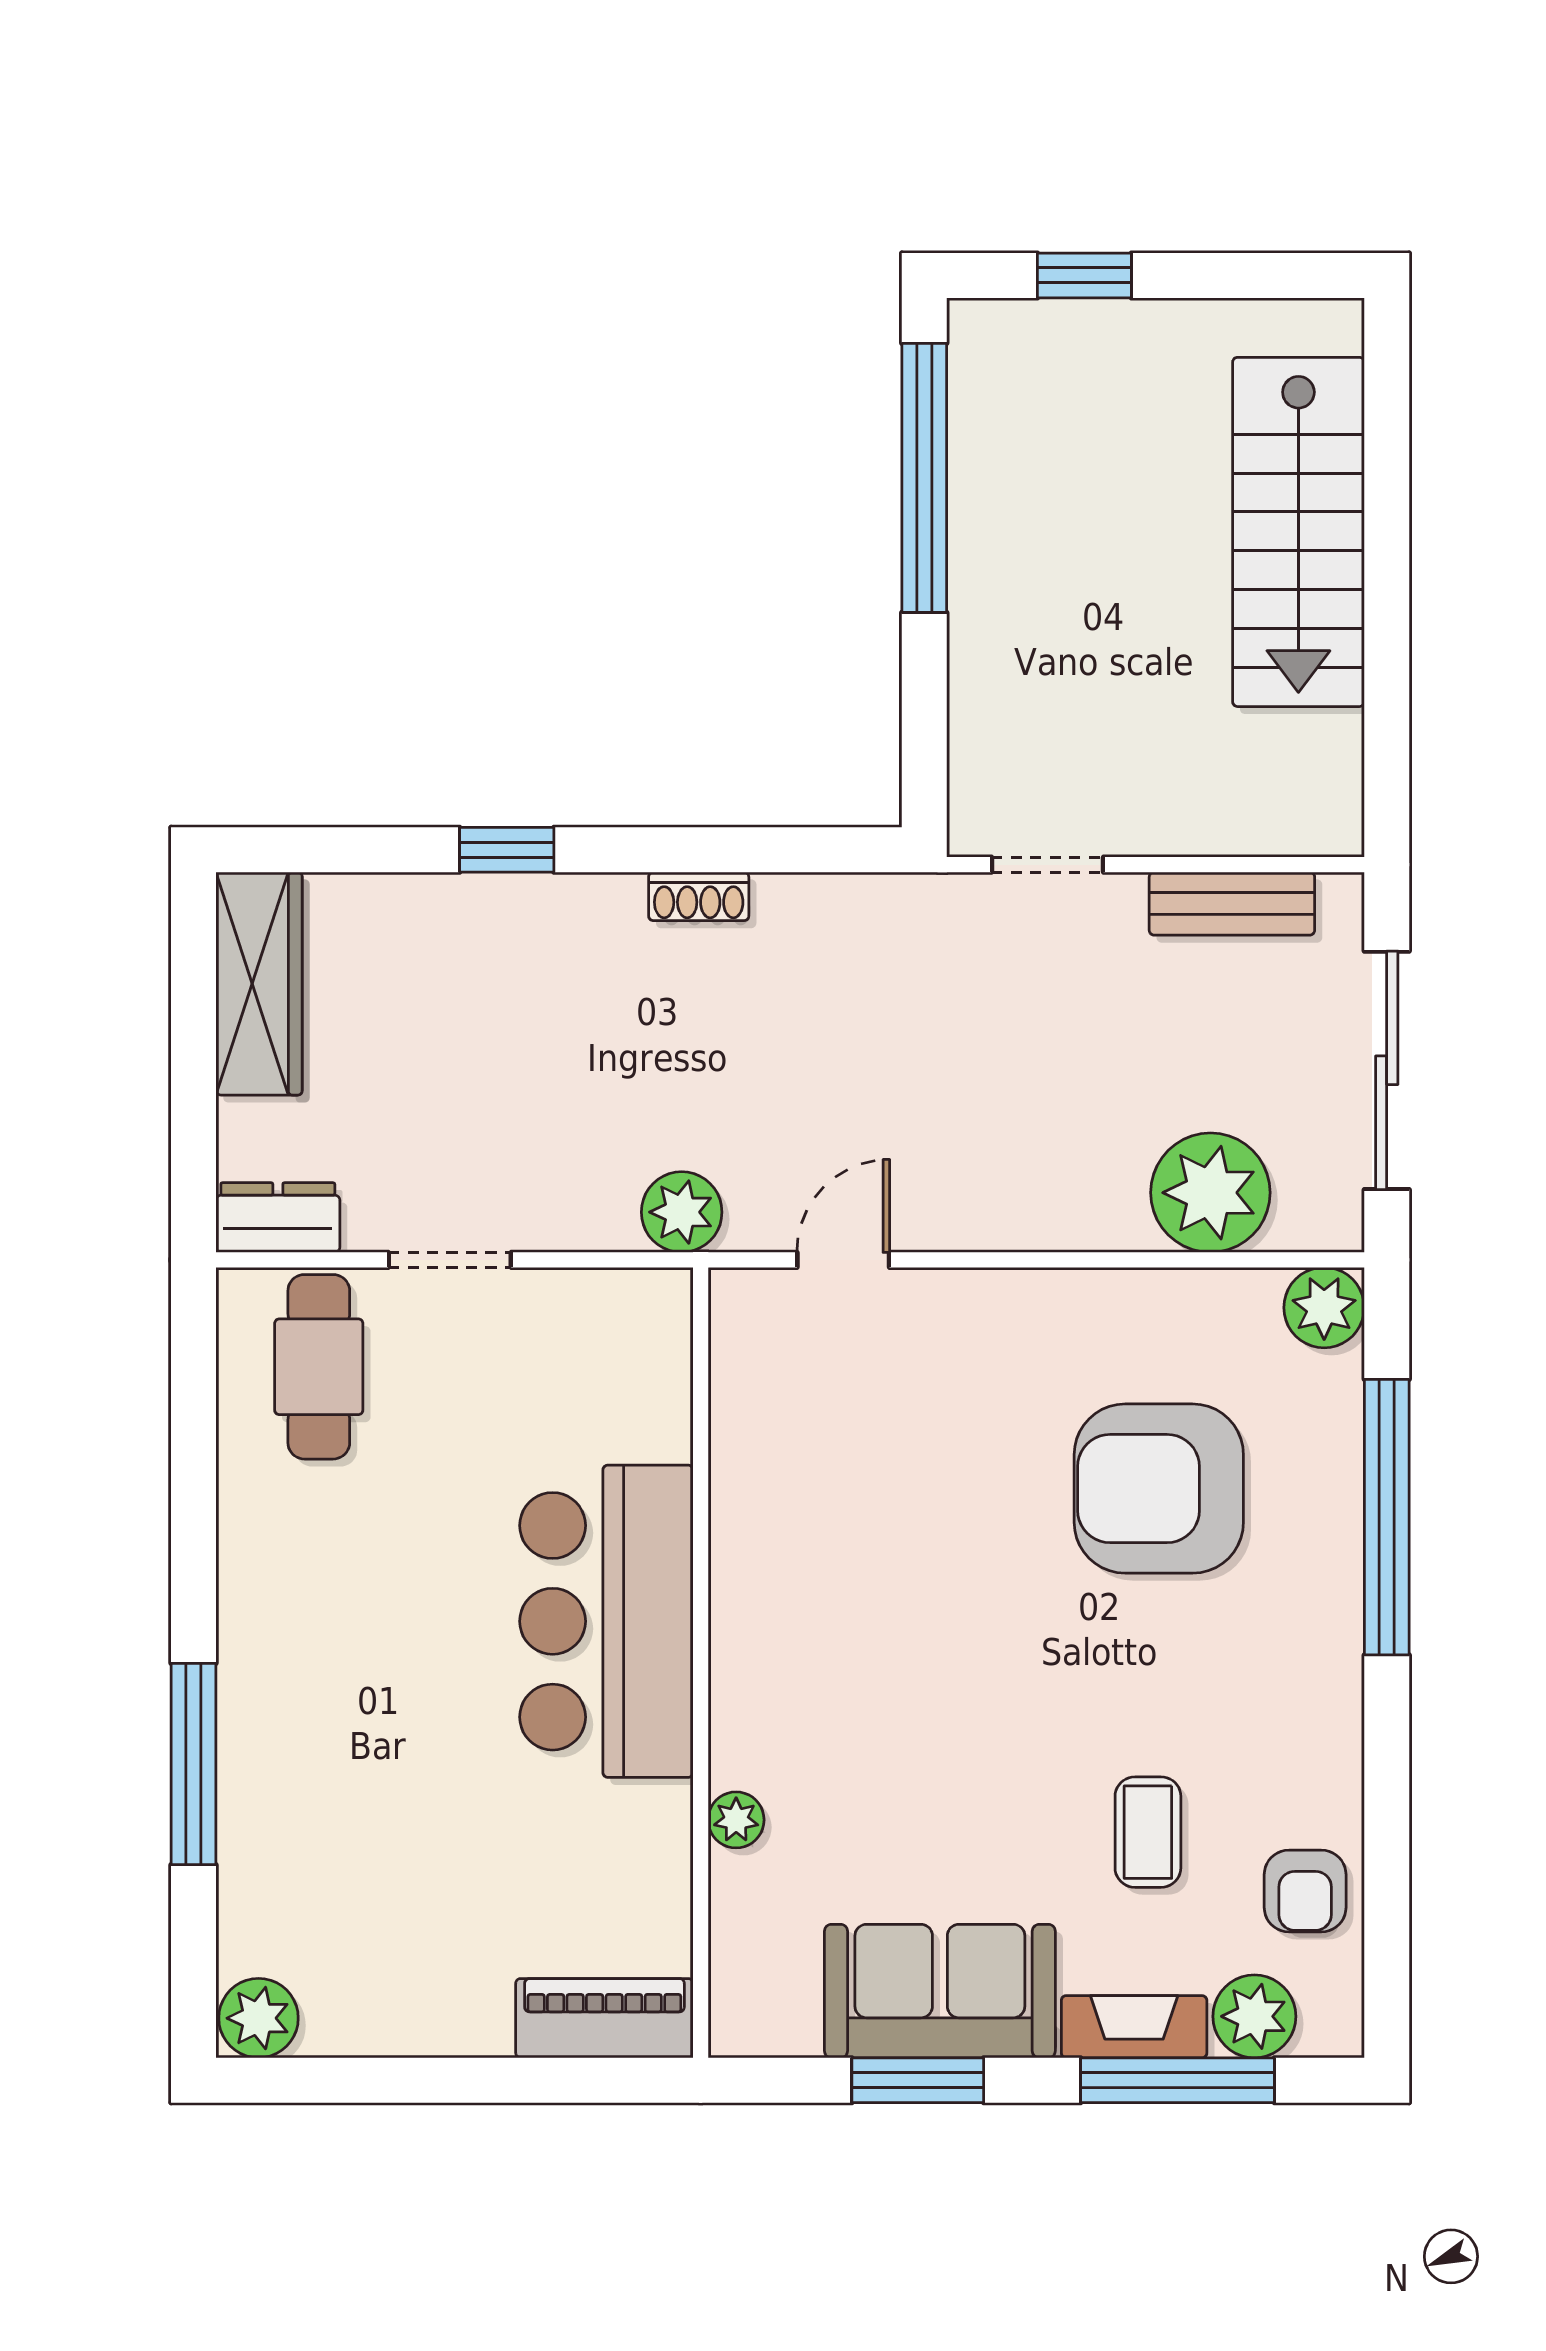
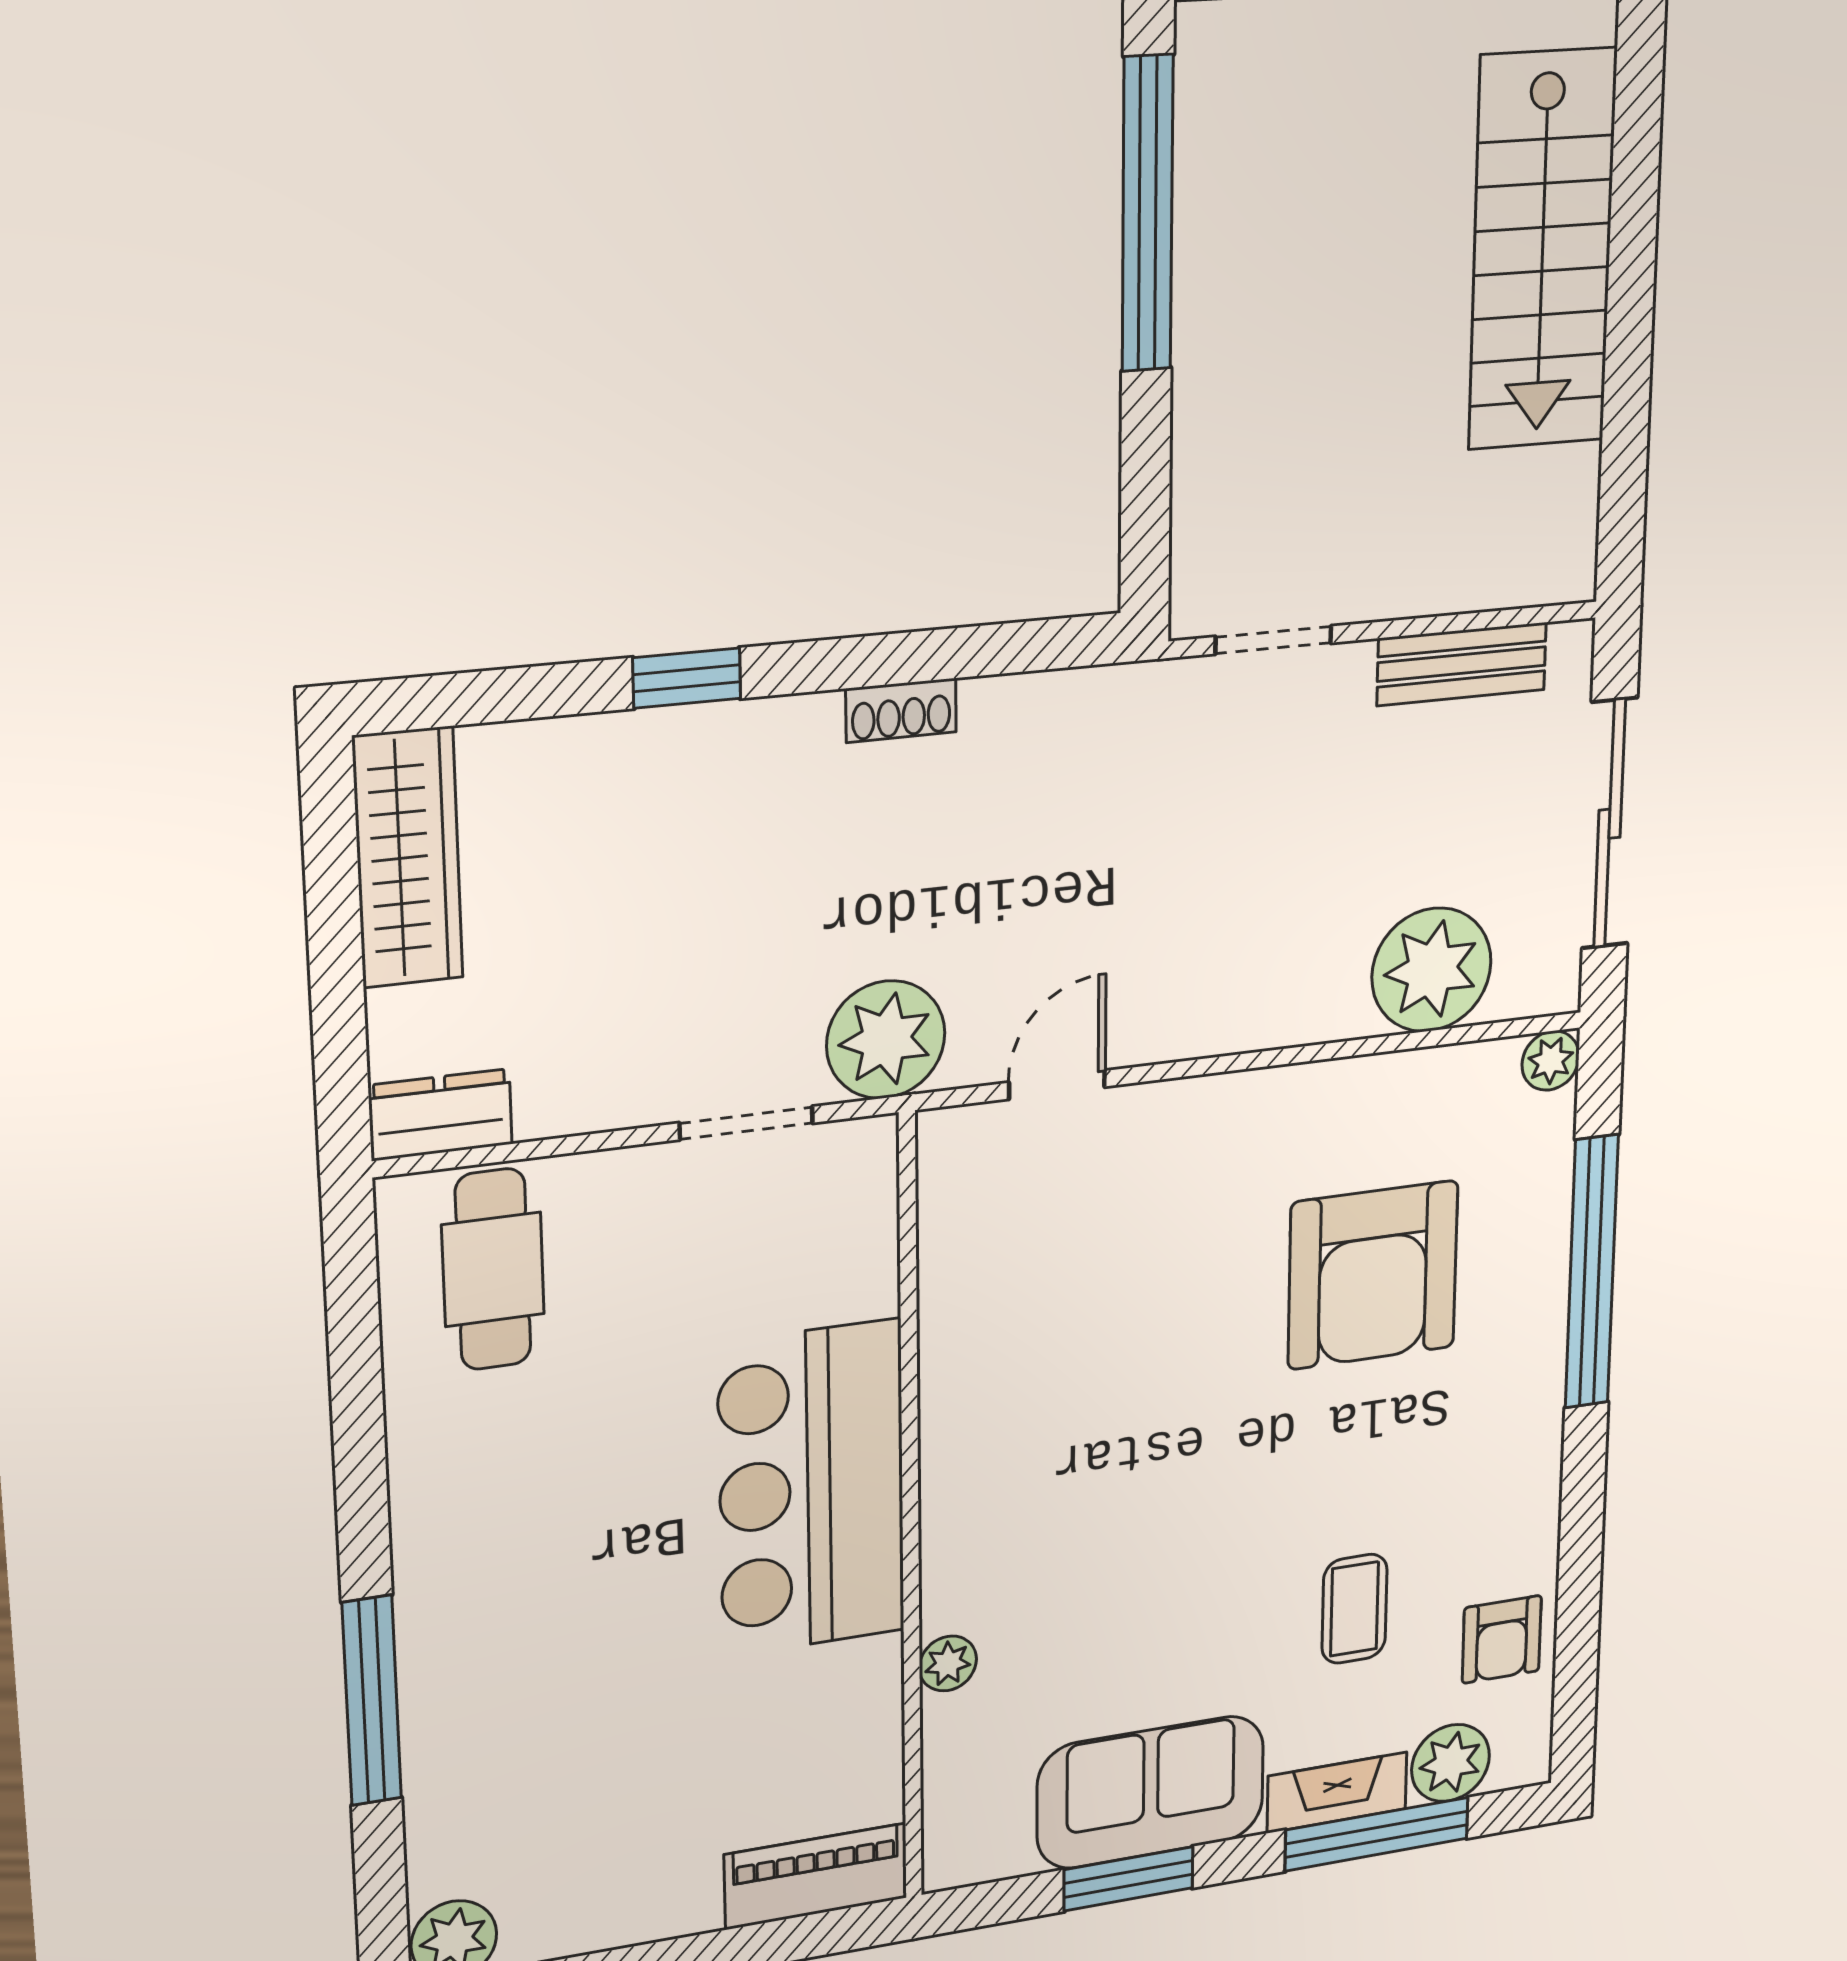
plant: (682, 1212) -> (886, 1040), width x1.36, depth x1.36
doorway: (450, 1260) -> (746, 1123), moved
plant: (1324, 1308) -> (1551, 1061), width x0.73, depth x0.73
armchair: (1159, 1489) -> (1373, 1275), turned -90

